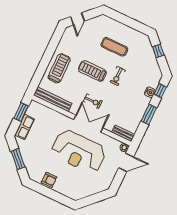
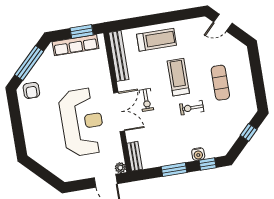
row of seats: (25, 127) -> (75, 45), width x1.48
reception desk: (79, 152) -> (82, 122), turned 180
window: (18, 159) -> (29, 63), width x1.44
armchair: (49, 180) -> (31, 90), moved

